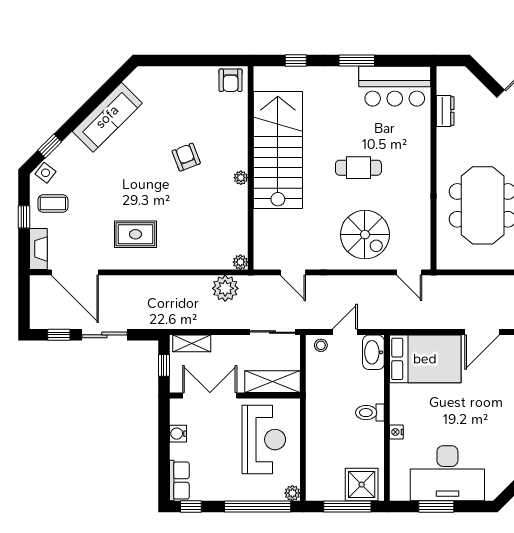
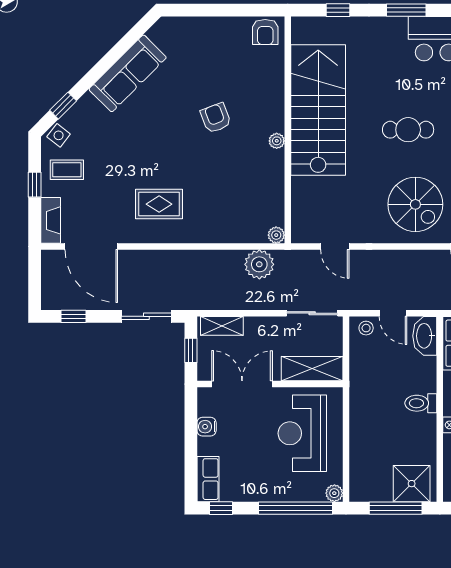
door: (345, 332) -> (393, 313), swing flipped
sliding door: (104, 335) -> (146, 316), moved
reception desk: (264, 440) -> (302, 433), turned 180

